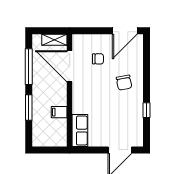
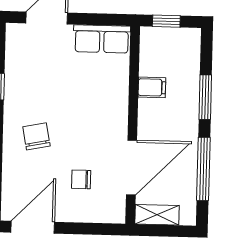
door: (70, 66) -> (132, 167), hinge flipped
row of seats: (80, 131) -> (102, 39), moved, turned -90
window: (52, 150) -> (166, 21), added

